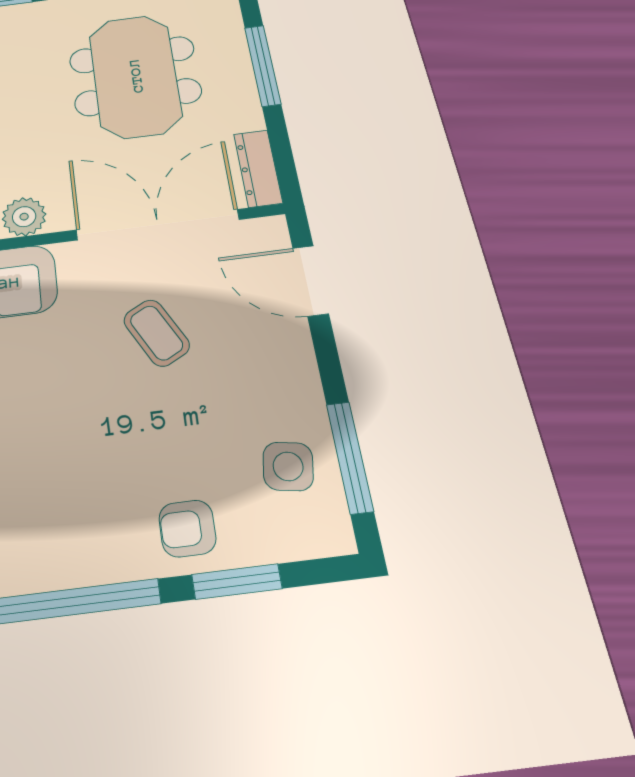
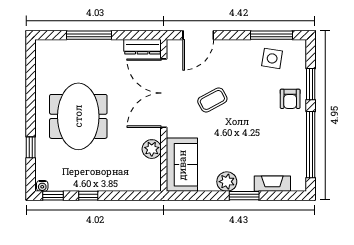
meeting table: (135, 76) -> (78, 116), moved, turned 90

